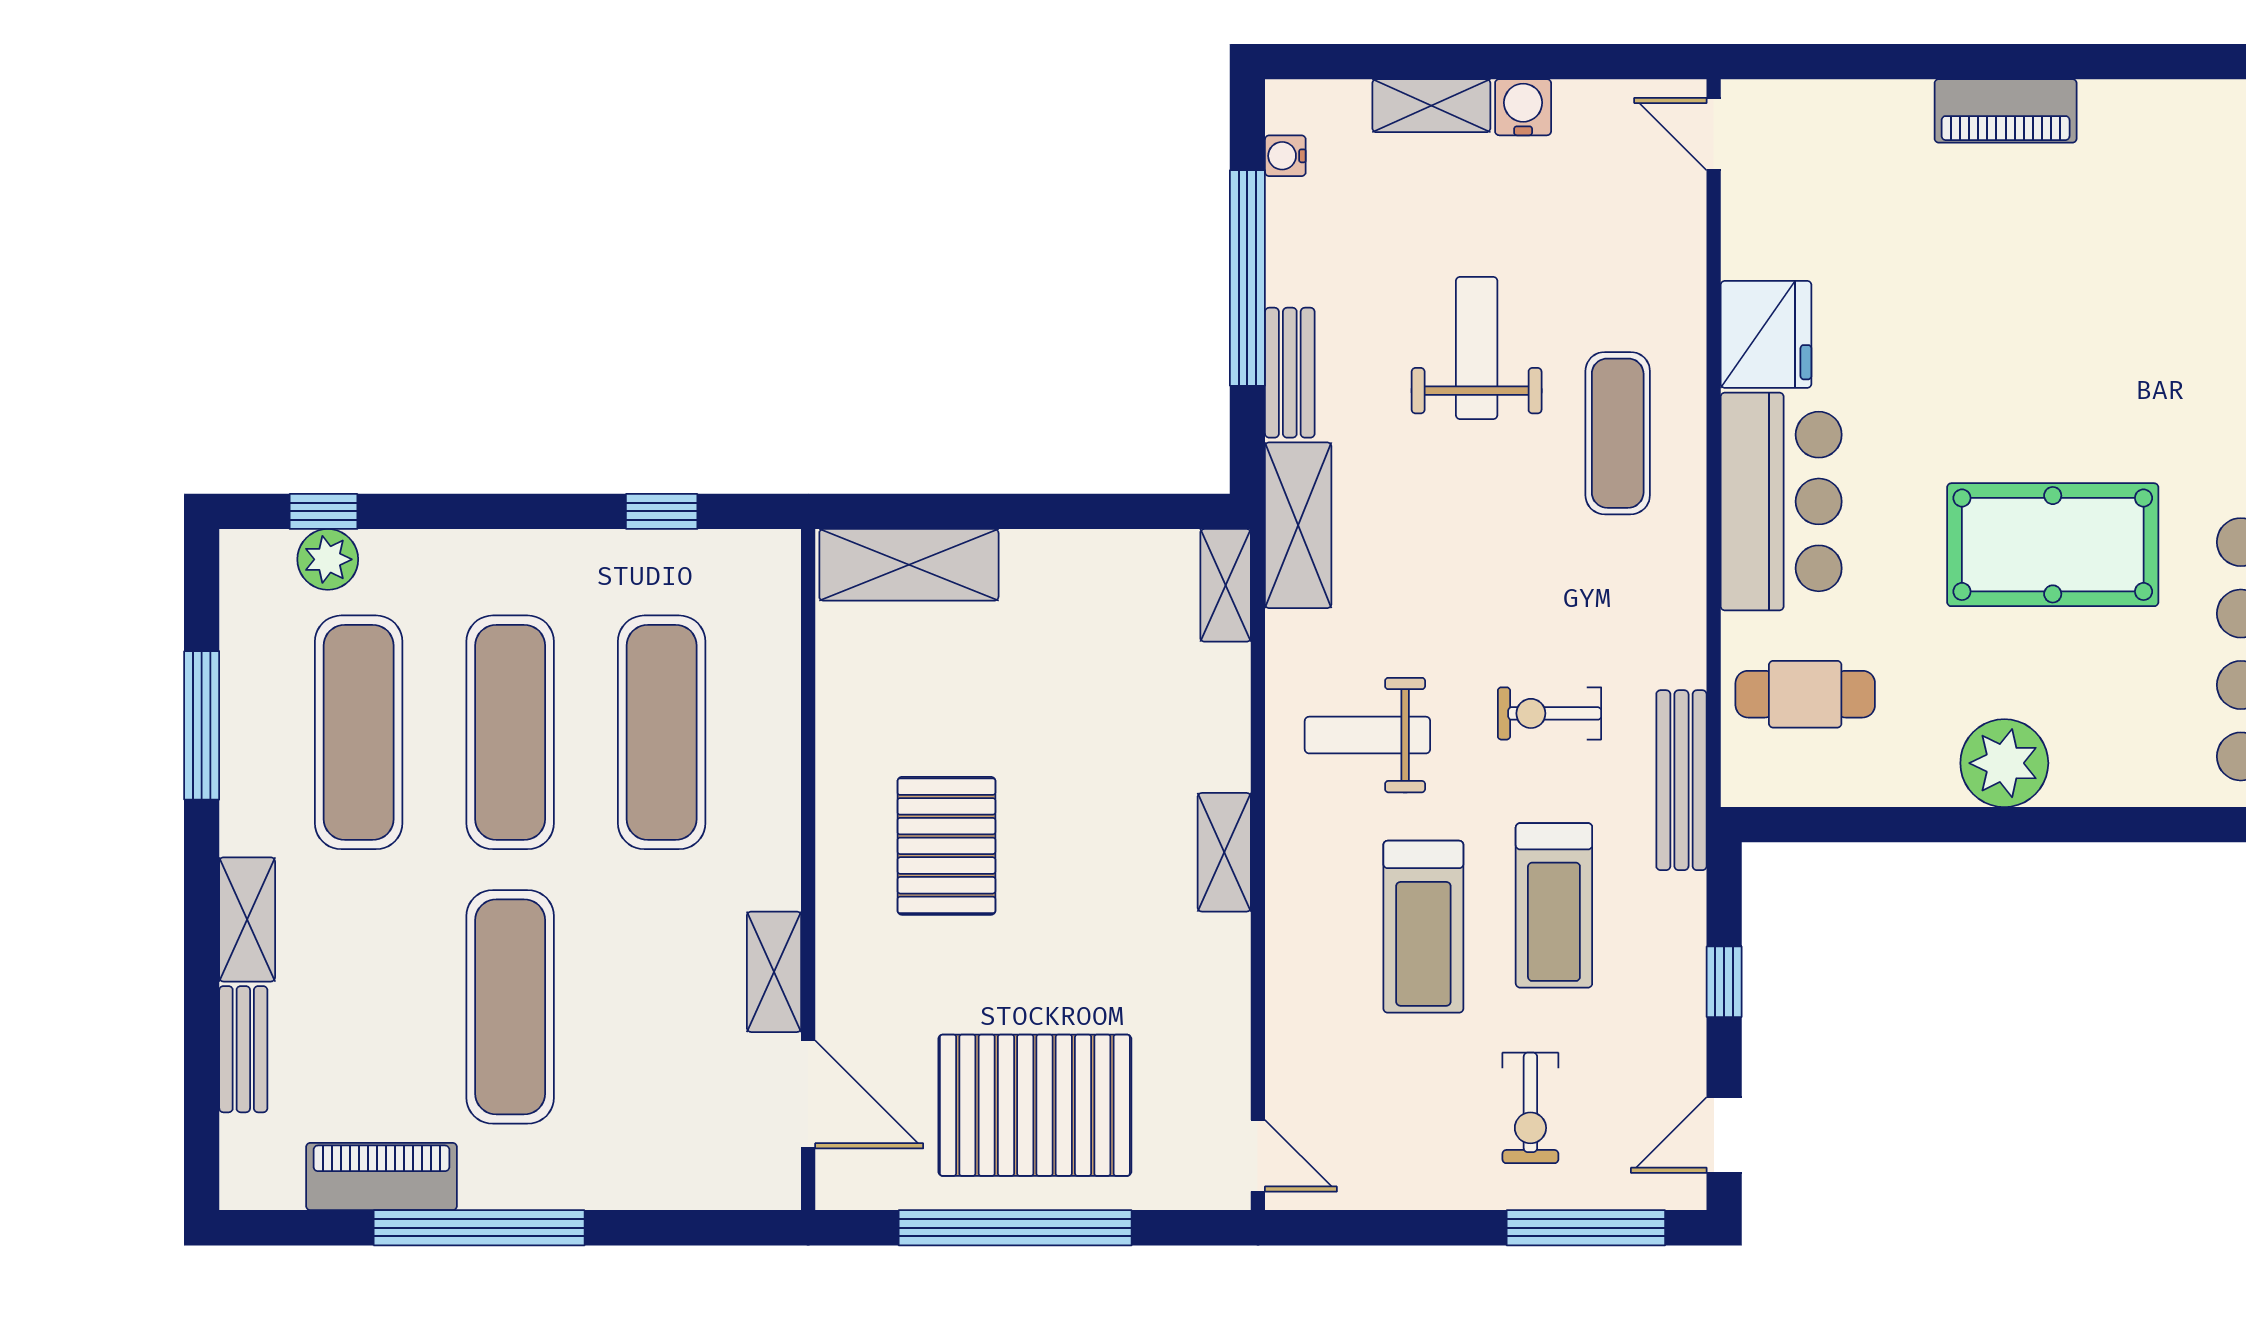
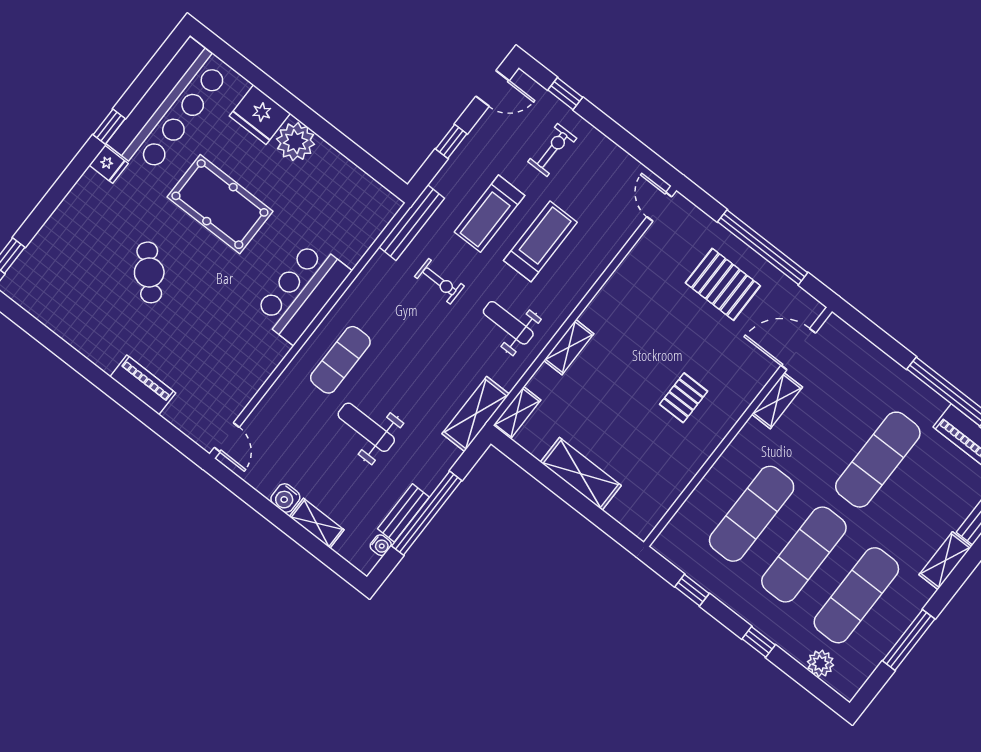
piano: (2006, 111) -> (143, 385), moved
fridge: (1766, 334) -> (260, 115), moved, turned -90
weight bench: (1477, 348) -> (366, 427), turned 90
bench: (1290, 373) -> (403, 513), moved
window: (323, 511) -> (759, 642), moved
shelving: (909, 565) -> (581, 474), moved
cafe table: (1805, 694) -> (149, 272), moved, turned 47
weight bench: (1367, 735) -> (508, 323), turned 180
pallet: (946, 846) -> (684, 398), width x0.67, depth x0.71
shelving: (1224, 852) -> (569, 347), moved
treadmill: (1554, 905) -> (490, 214), turned 180
door: (808, 1094) -> (798, 349), hinge flipped
pallet: (1035, 1105) -> (723, 284), width x0.73, depth x0.71
window: (1586, 1228) -> (565, 94), width x0.46

